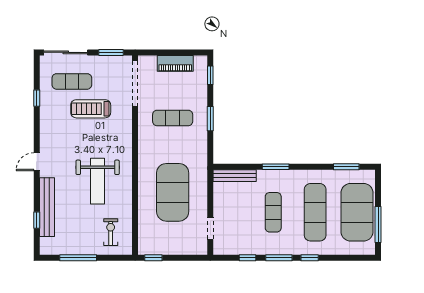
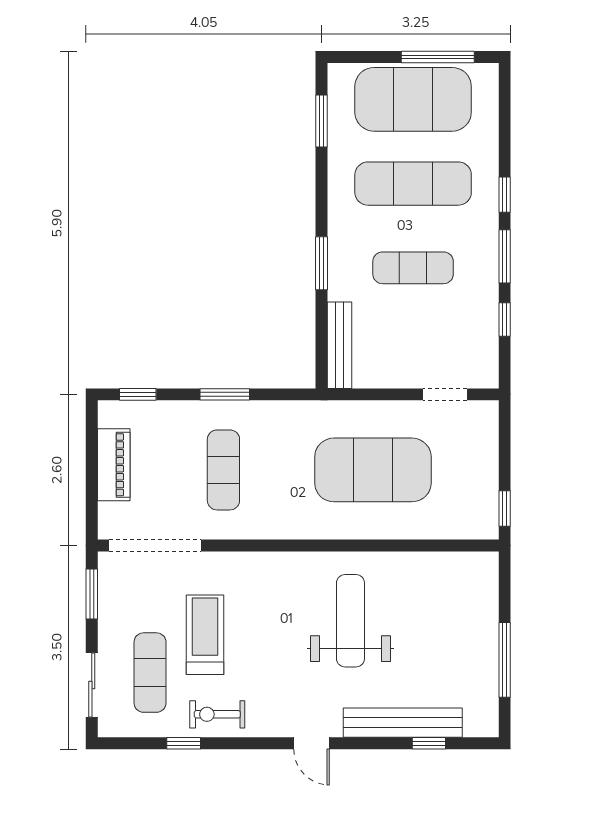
sliding door: (66, 52) -> (92, 685), width x0.73
treadmill: (91, 109) -> (205, 635), turned 180
weight bench: (98, 181) -> (350, 621), turned -90
exercise bike: (111, 232) -> (217, 714), moved

